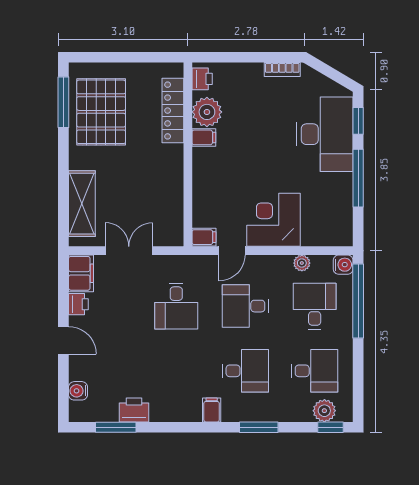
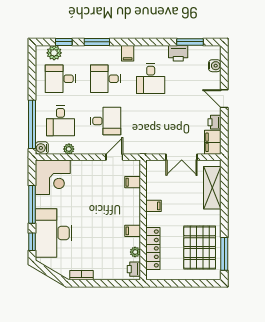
plant: (207, 112) -> (135, 252), width x0.53, depth x0.53
filing cabinet: (172, 176) -> (153, 206), added
corner desk: (274, 220) -> (53, 177), moved
filing cabinet: (204, 237) -> (133, 182), moved
desk: (176, 306) -> (151, 79), moved, turned 180
window: (331, 427) -> (64, 42), moved

